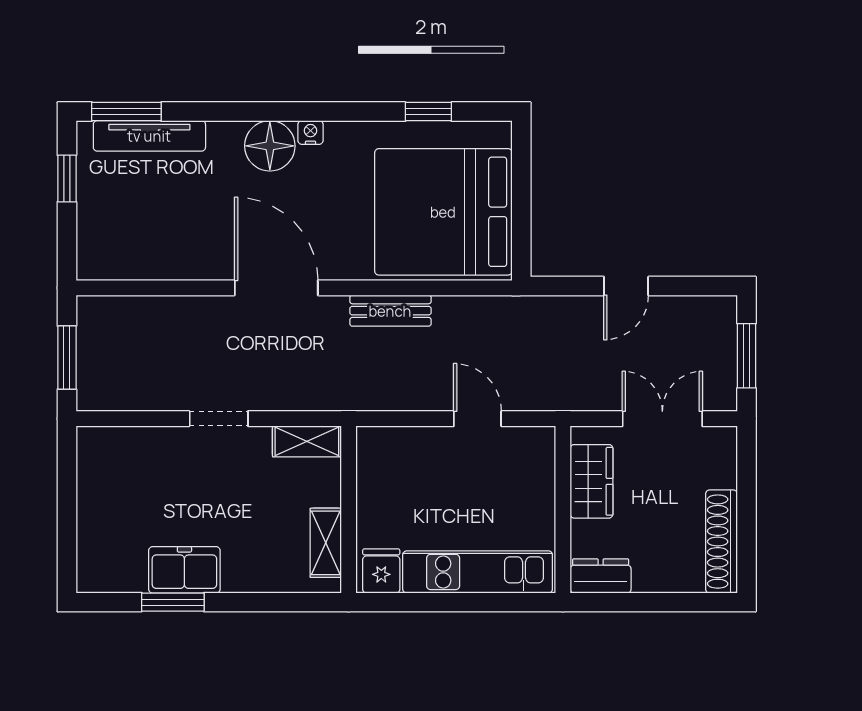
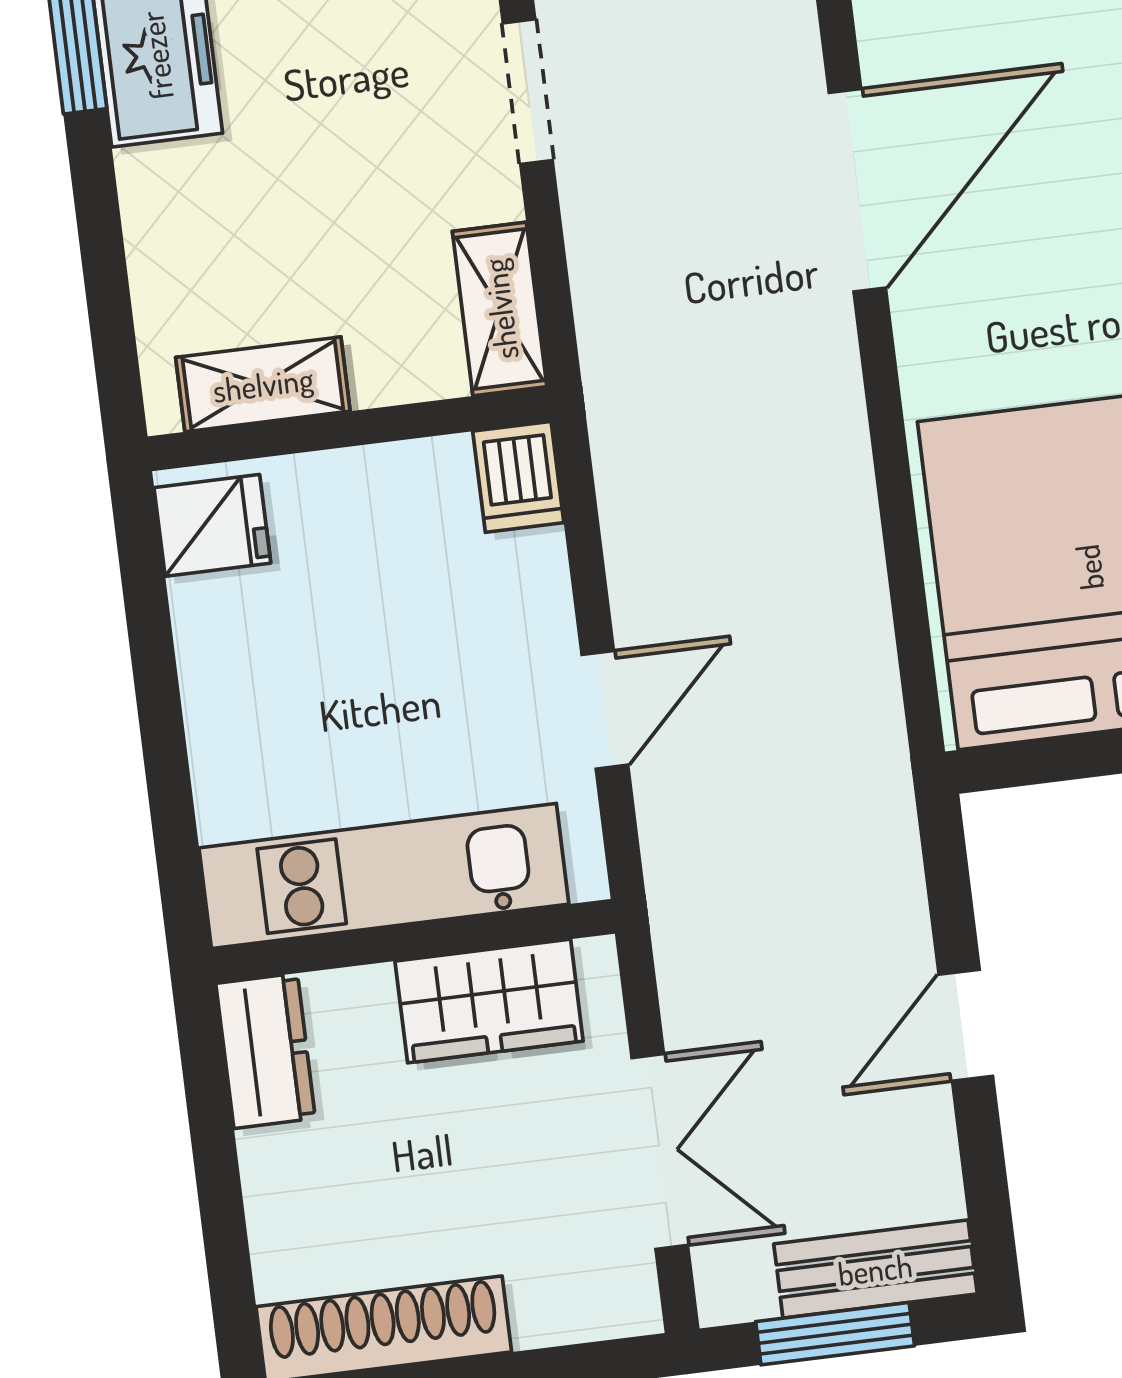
door: (626, 286) -> (966, 1025), hinge flipped
bench: (390, 311) -> (875, 1269), moved, turned 90
dishwasher: (377, 442) -> (518, 477), added
kitchen unit: (478, 572) -> (384, 876), moved, turned -90

